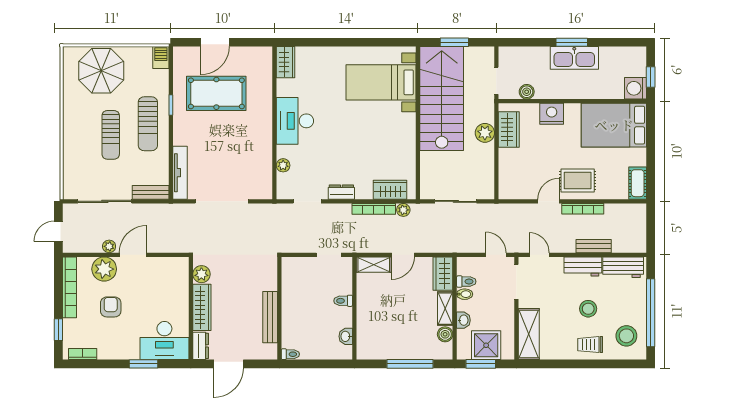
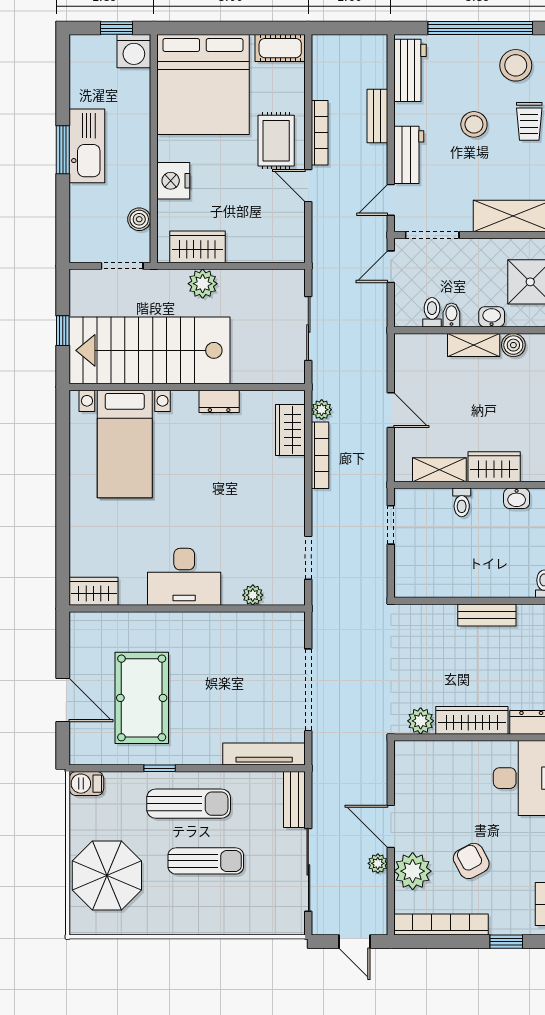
window: (454, 42) -> (63, 331), width x0.67
bed: (614, 125) -> (203, 85), width x1.36
dresser: (341, 192) -> (219, 401), moved, turned -90
shelving: (374, 265) -> (439, 470), moved, turned 90
workbench: (583, 266) -> (409, 155), moved
wardrobe: (443, 274) -> (494, 467), moved, turned 180
armchair: (111, 307) -> (471, 861), turned 62
bench: (270, 317) -> (487, 615), width x0.73

